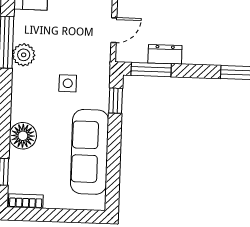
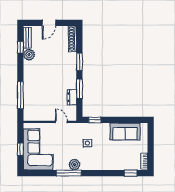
window: (151, 70) -> (79, 89), moved
floor lamp: (23, 136) -> (113, 164), removed
sofa: (90, 152) -> (125, 132), width x0.73

